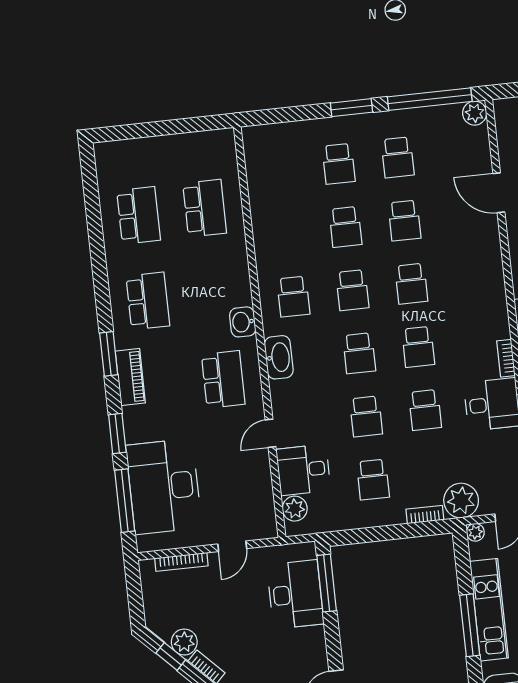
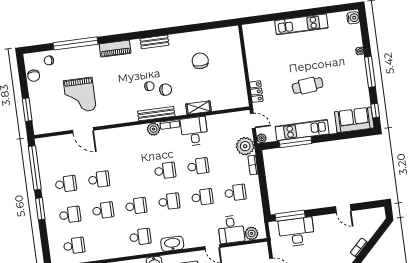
plant: (475, 113) -> (153, 129), moved
door: (499, 193) -> (83, 130), hinge flipped
school desk: (411, 284) -> (74, 246), moved
window: (470, 625) -> (295, 142), moved

